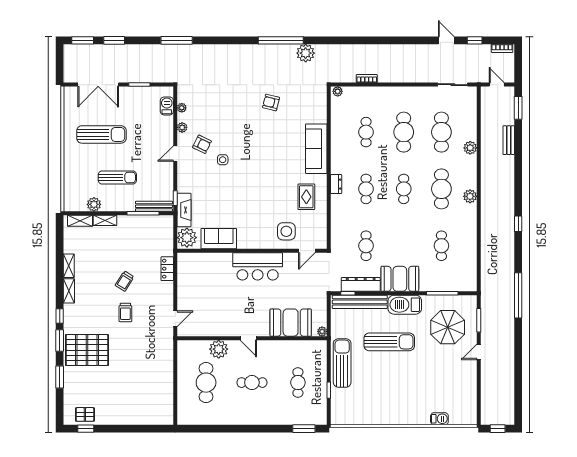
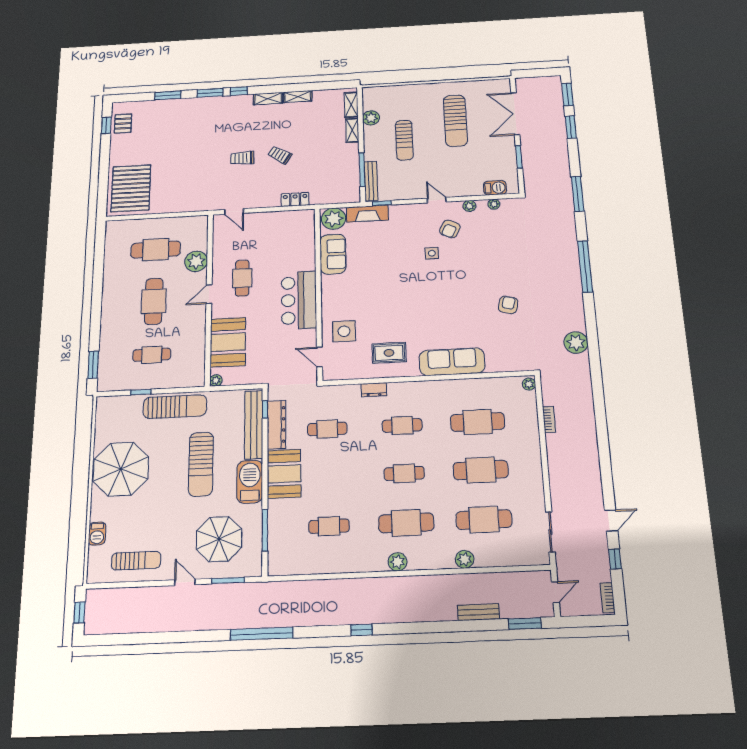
window: (281, 40) -> (585, 266), moved
cafe table: (366, 132) -> (478, 422), width x1.37, depth x1.35
dresser: (336, 184) -> (374, 390), moved
cafe table: (236, 312) -> (242, 278), added
pallet: (87, 350) -> (131, 188), moved
cafe table: (252, 383) -> (154, 301), width x1.37, depth x1.35
sun lounger: (461, 389) -> (136, 561), added
parasol: (390, 403) -> (121, 469), added

